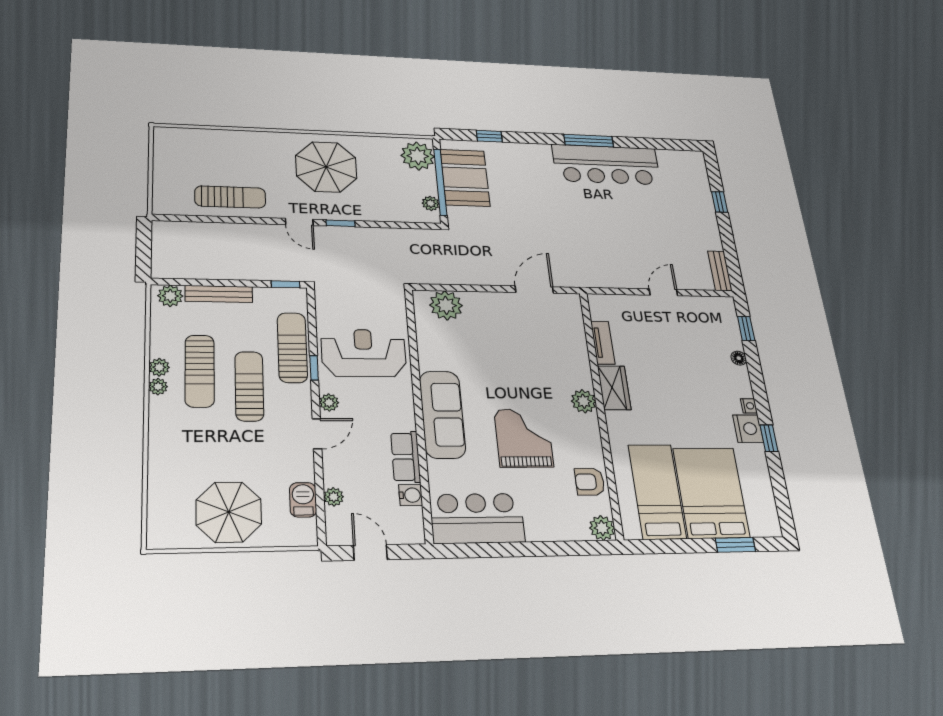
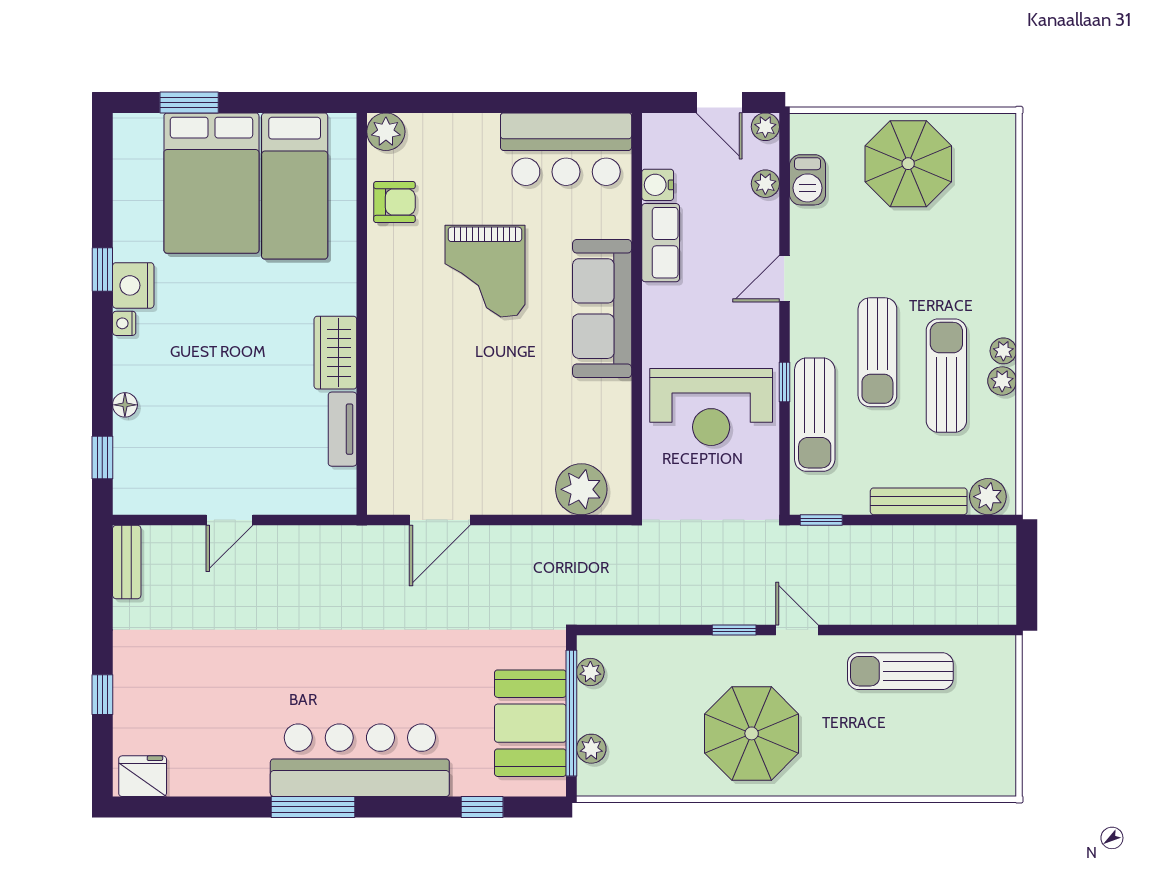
plant: (418, 156) -> (591, 749), width x0.53, depth x0.53
fridge: (689, 160) -> (143, 776), added
bar counter: (606, 165) -> (360, 760), moved
plant: (584, 401) -> (386, 330), removed
plant: (329, 402) -> (765, 127), moved

